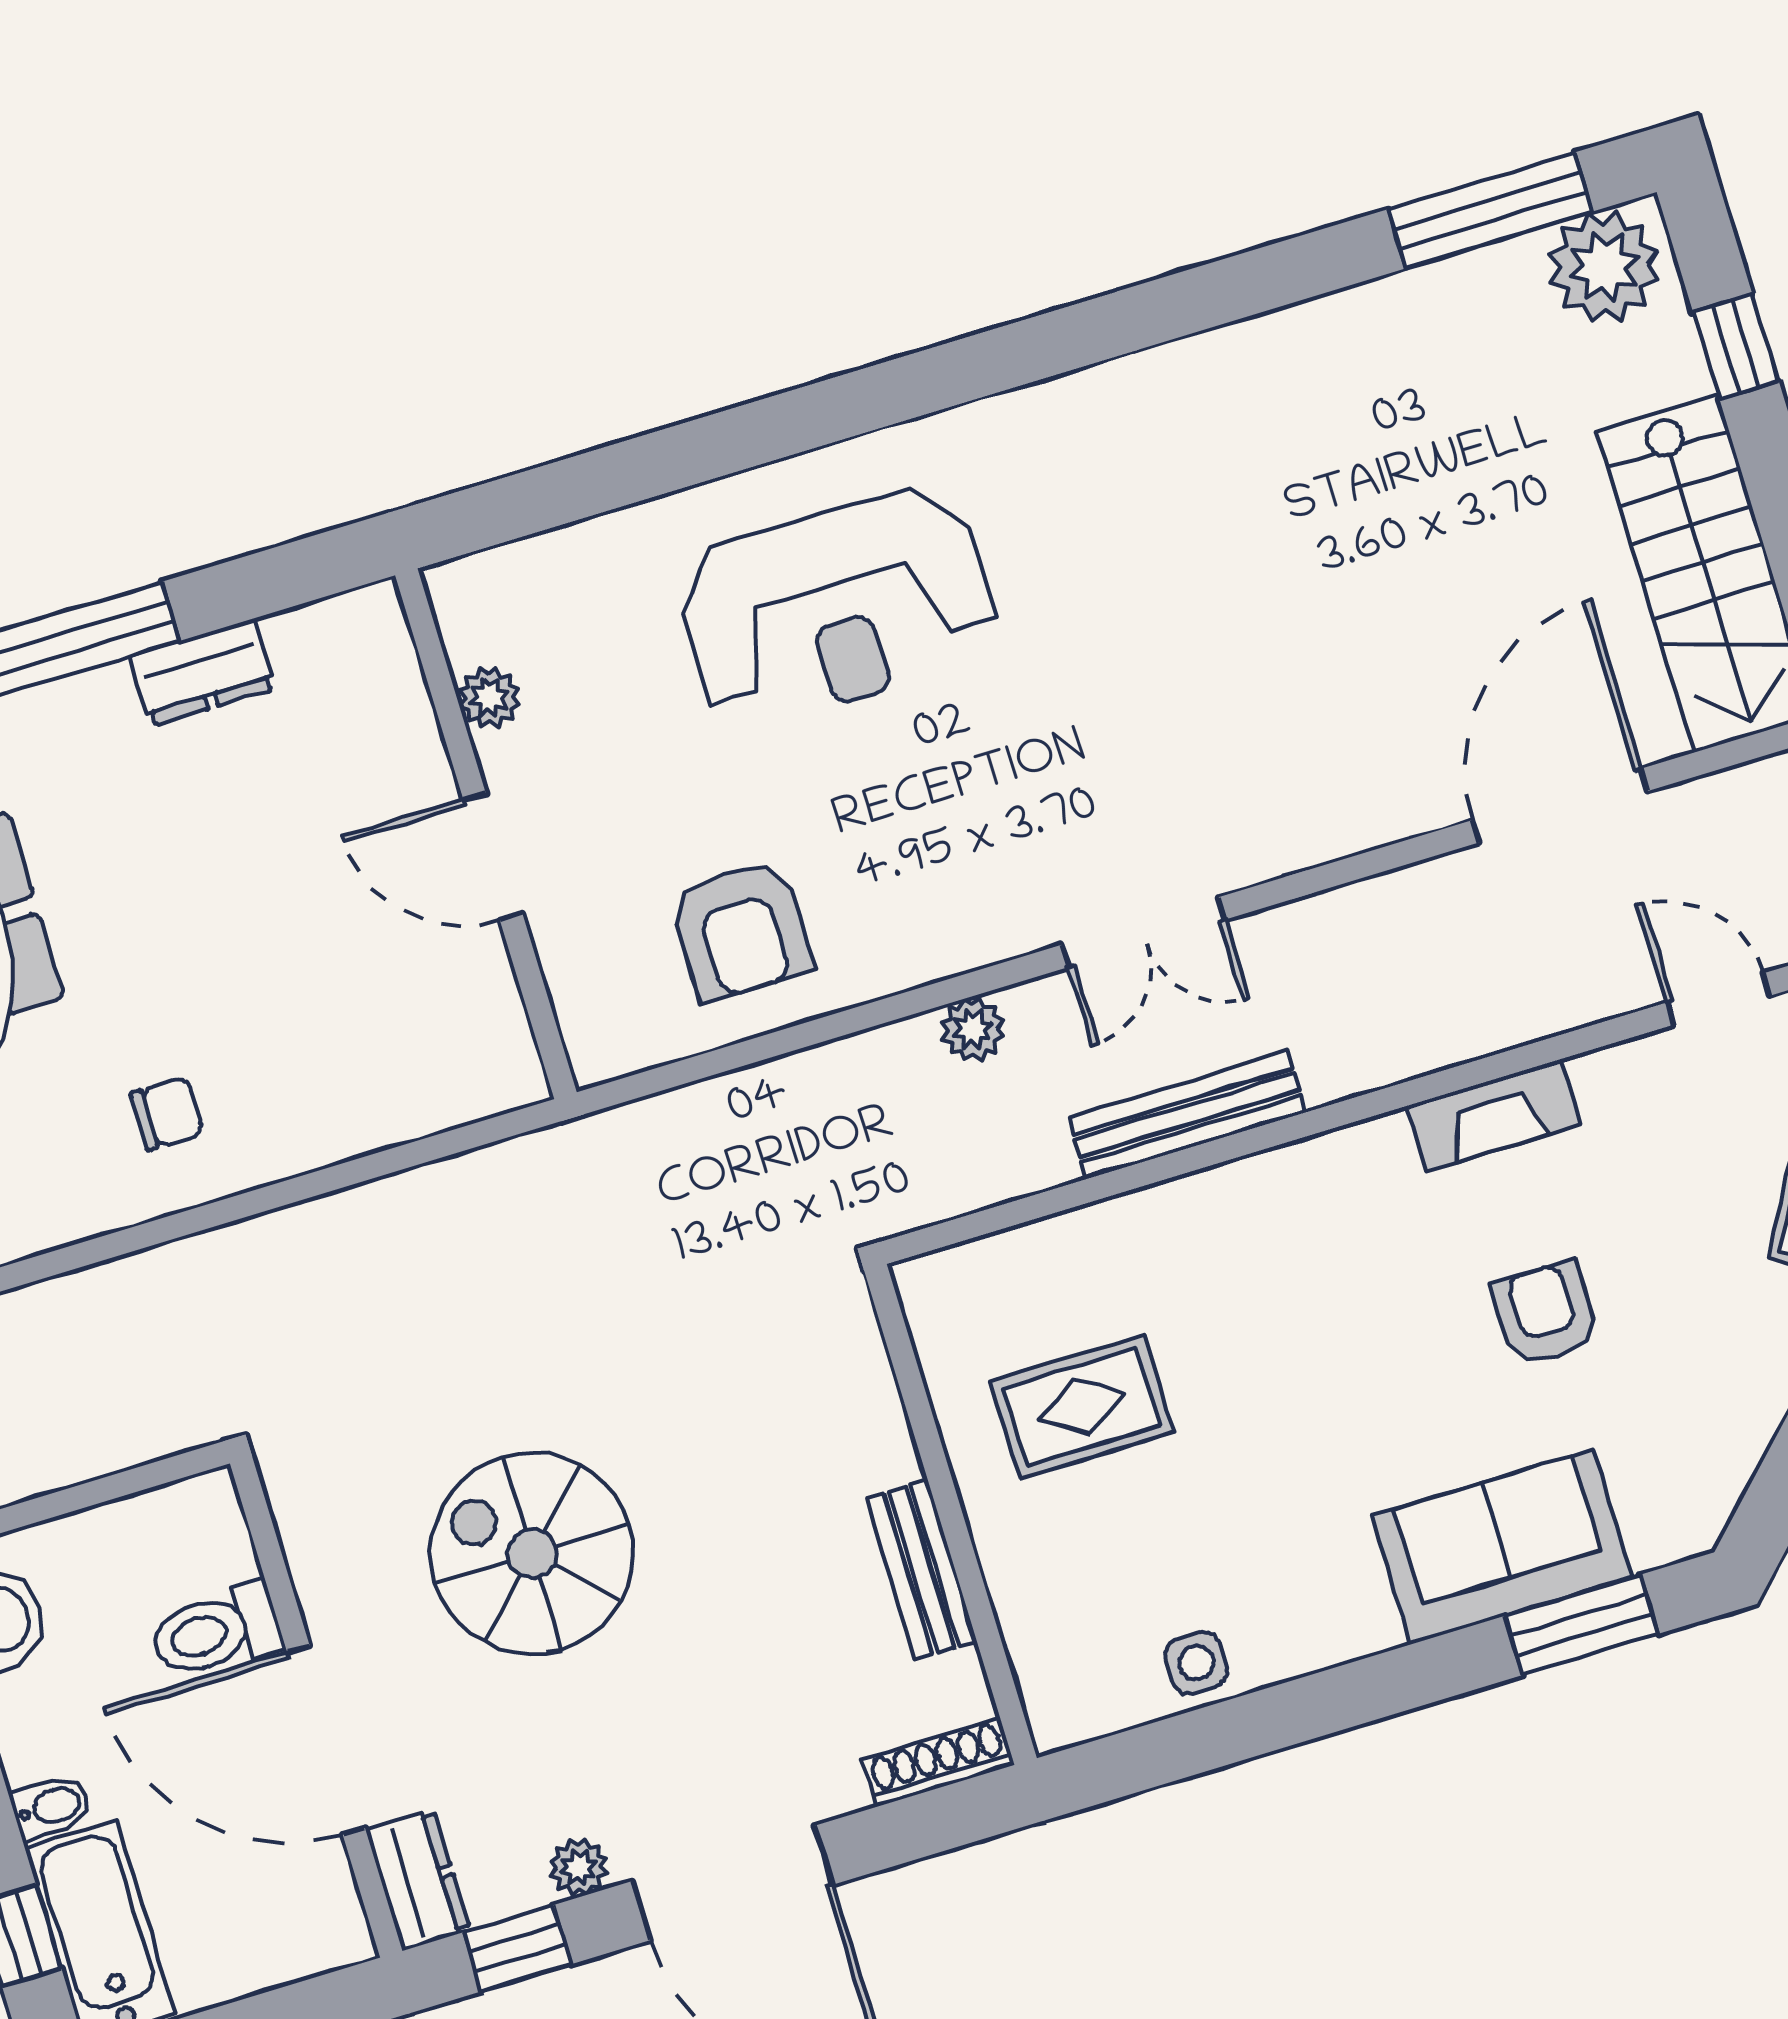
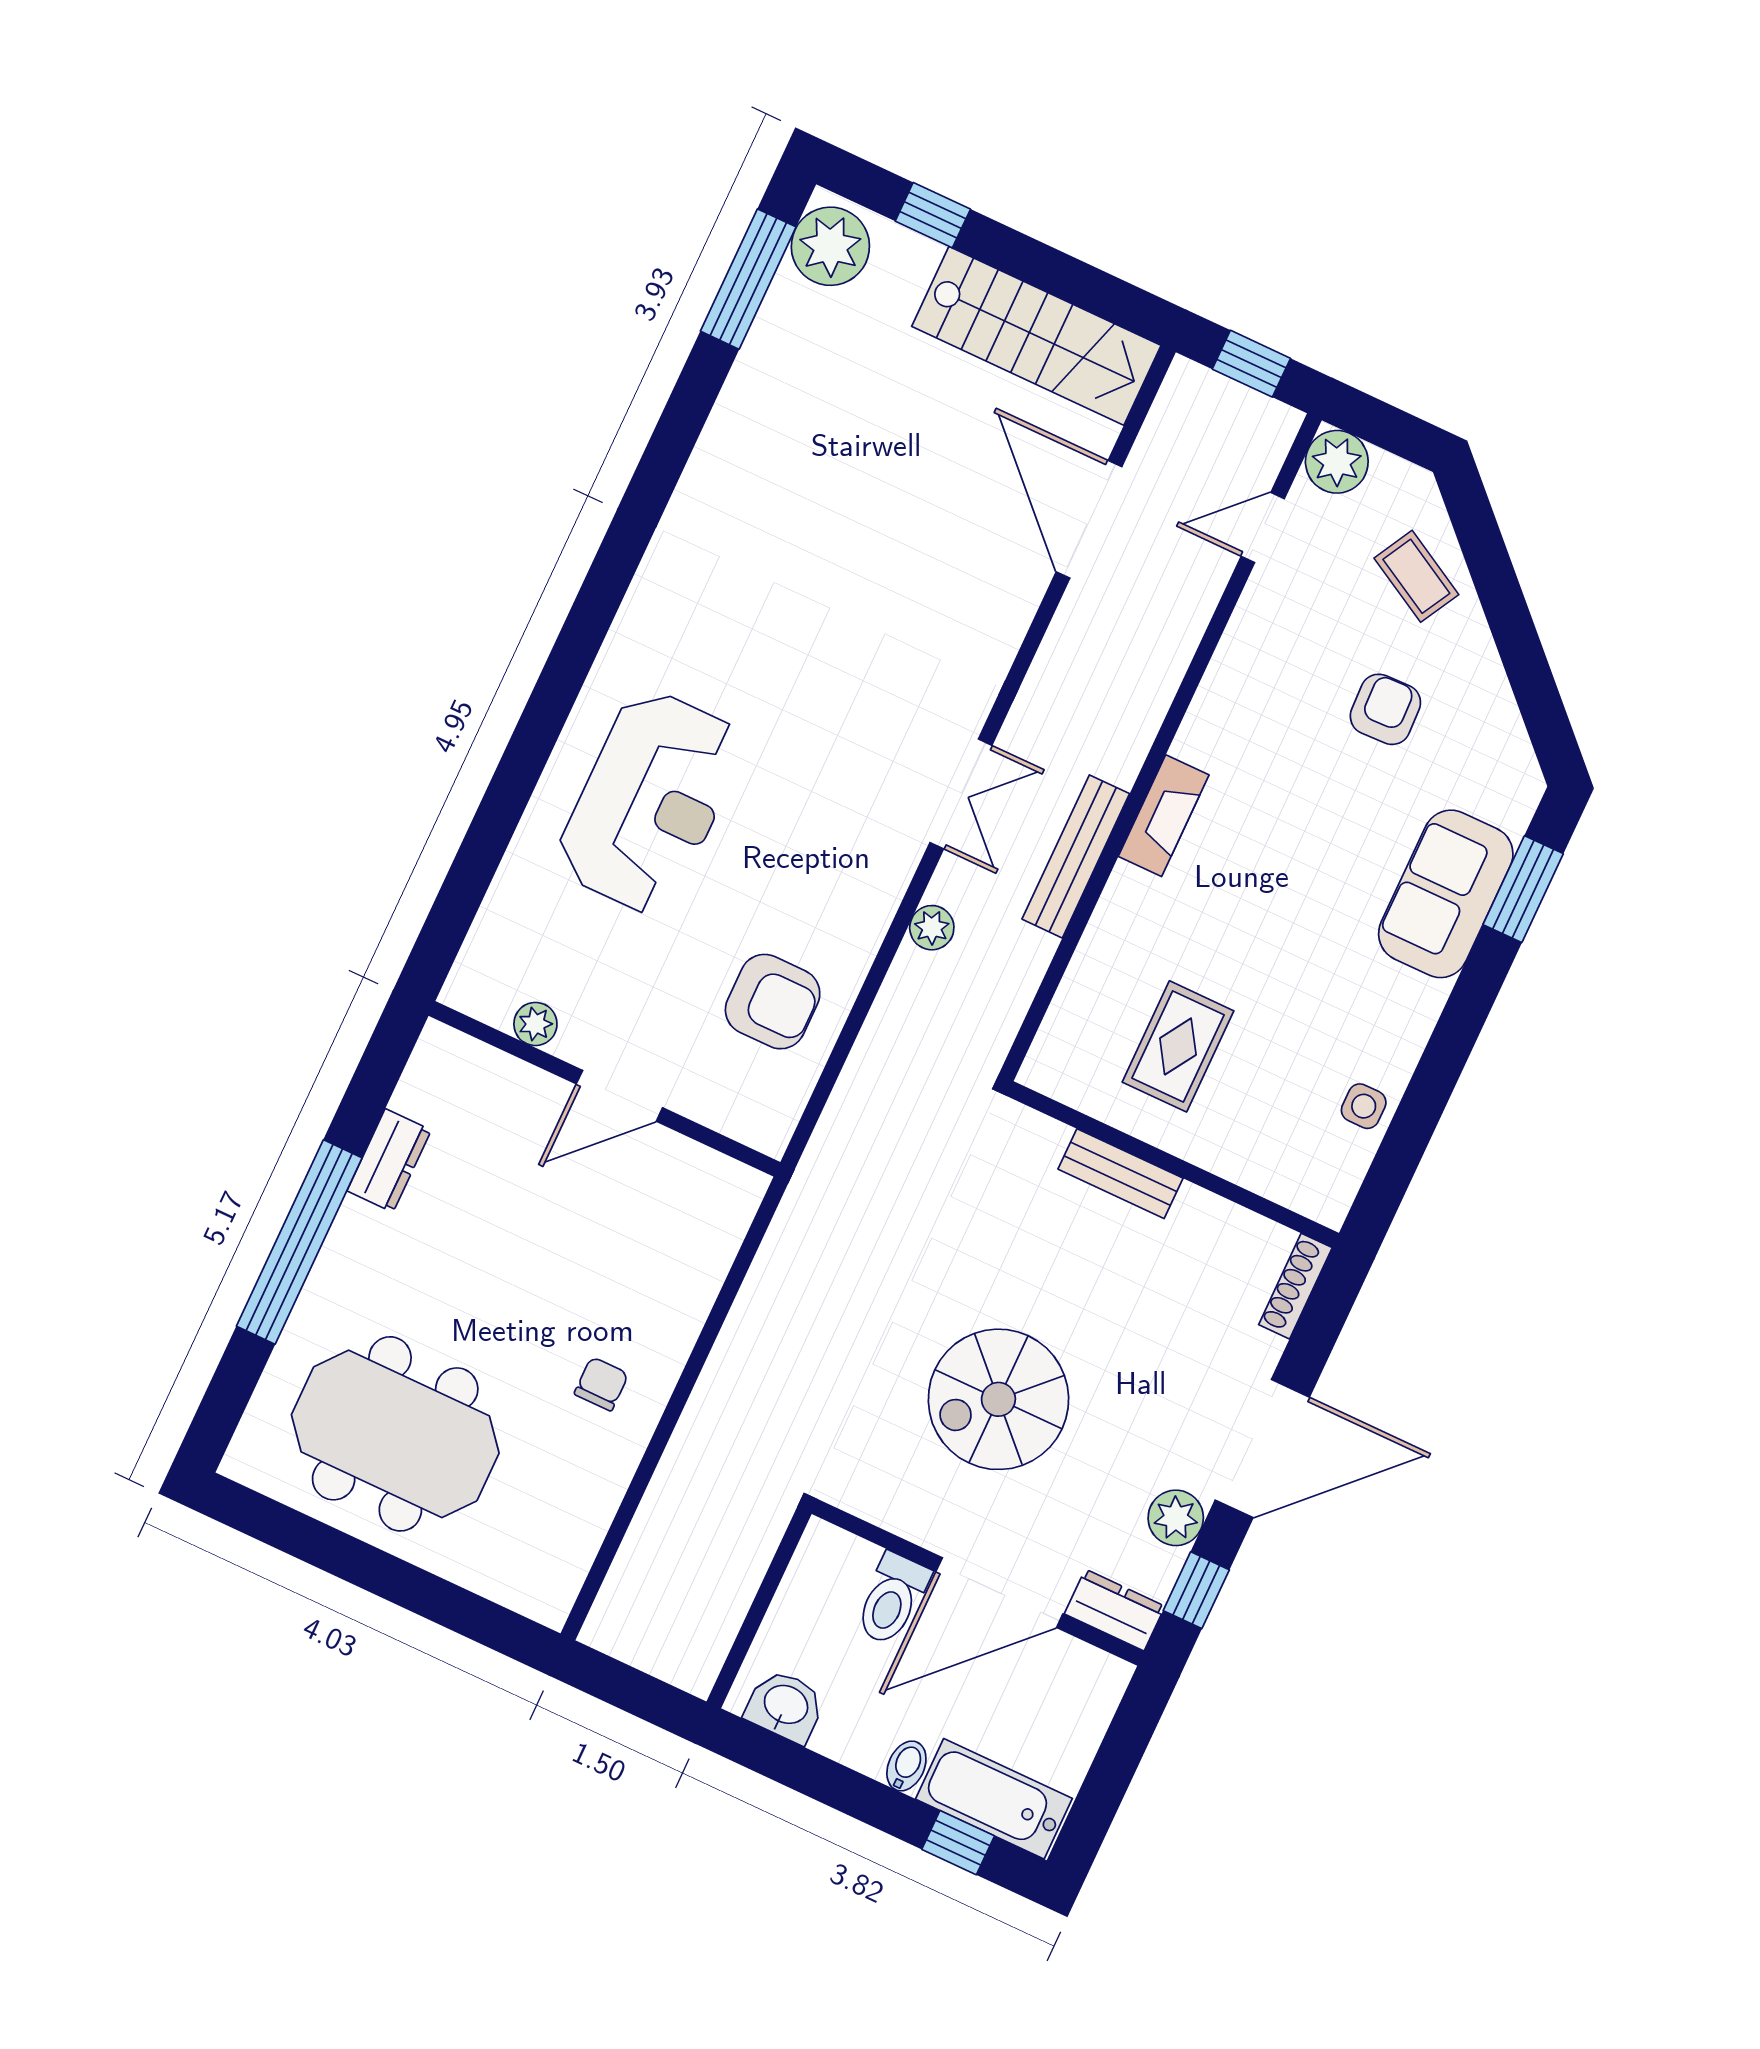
fireplace: (1493, 1116) -> (1164, 816), moved
armchair: (1545, 1314) -> (1385, 709), moved, turned 88
bench: (922, 1570) -> (1121, 1174), moved
plant: (578, 1867) -> (1176, 1518), width x1.38, depth x1.38

